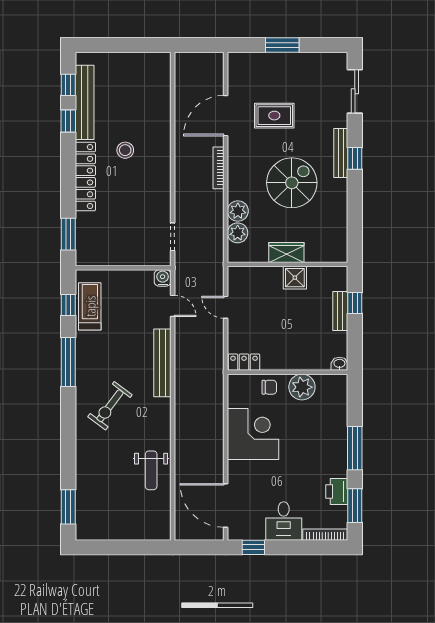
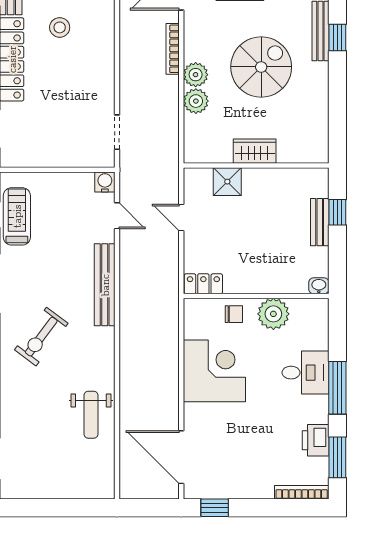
plant: (238, 233) -> (196, 75), moved
shower: (295, 278) -> (227, 182), moved
desk: (284, 521) -> (305, 373), moved, turned -90

